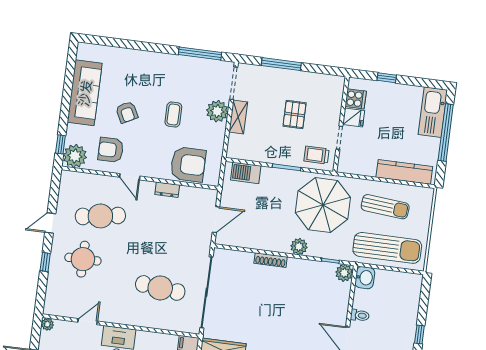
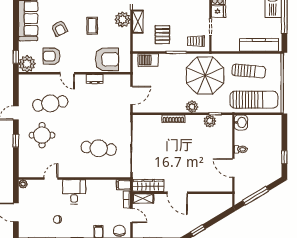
pallet: (295, 115) -> (162, 35), moved
plant: (344, 273) -> (210, 121), moved

